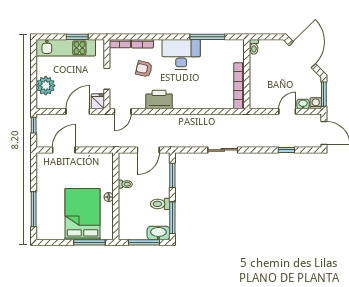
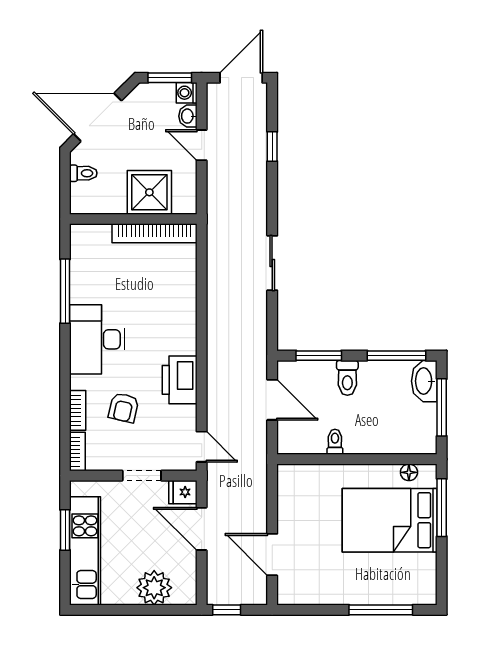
toilet: (254, 47) -> (83, 173), moved
shower: (261, 83) -> (149, 192), added
floor lamp: (109, 197) -> (409, 472), moved
toilet: (160, 204) -> (347, 378), moved

